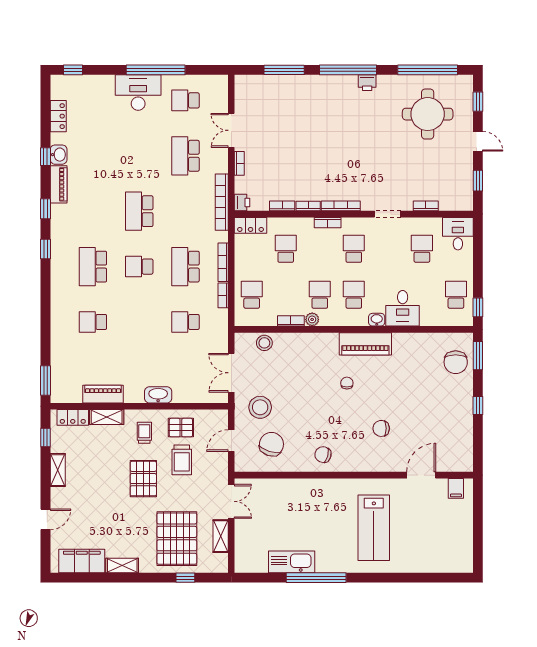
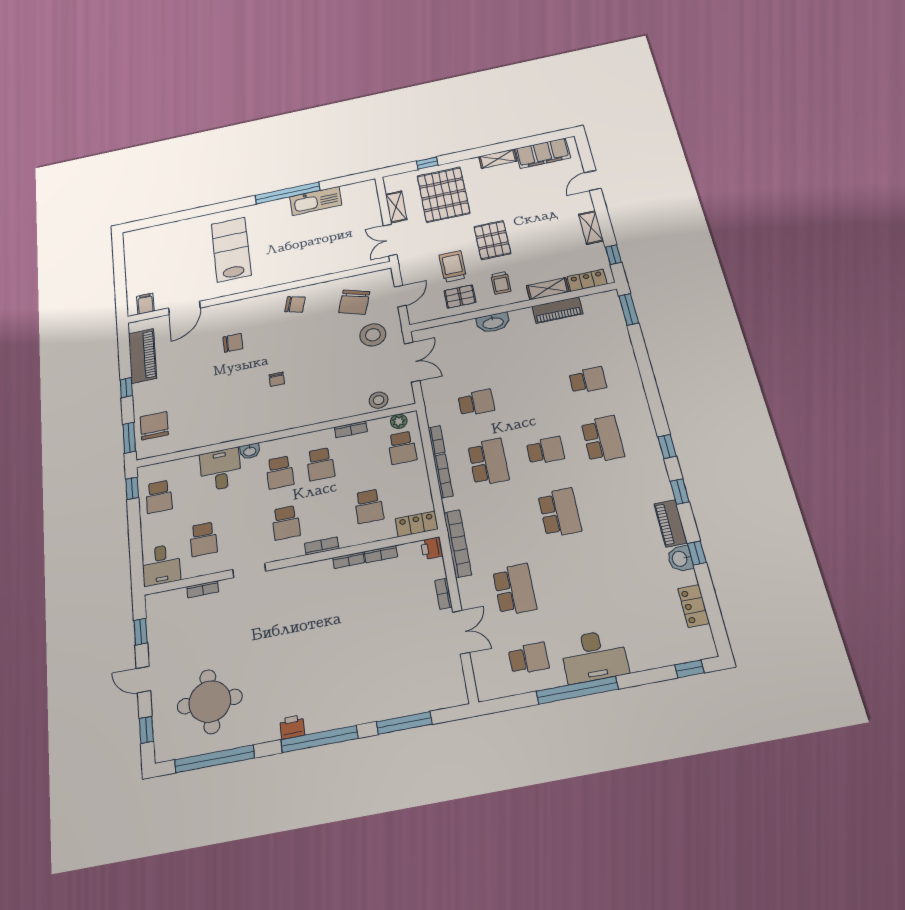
bookcase: (341, 206) -> (308, 568), removed
plant: (312, 319) -> (399, 421), moved
piano: (365, 344) -> (142, 356), moved, turned 90

